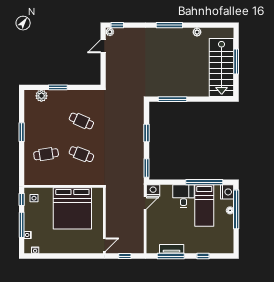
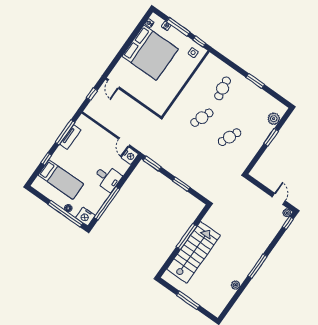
stairs: (222, 68) -> (194, 252), moved, turned 90
window: (172, 99) -> (186, 236), moved
bed: (204, 206) -> (61, 180), moved, turned 180
bed: (72, 208) -> (150, 53), moved, turned 180

